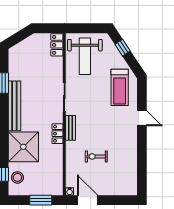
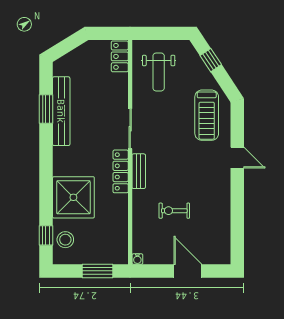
weight bench: (85, 56) -> (159, 72), width x0.73, depth x0.75
bench: (14, 106) -> (61, 111), moved
locker: (57, 134) -> (121, 171), width x1.53
door: (88, 200) -> (188, 271), moved

